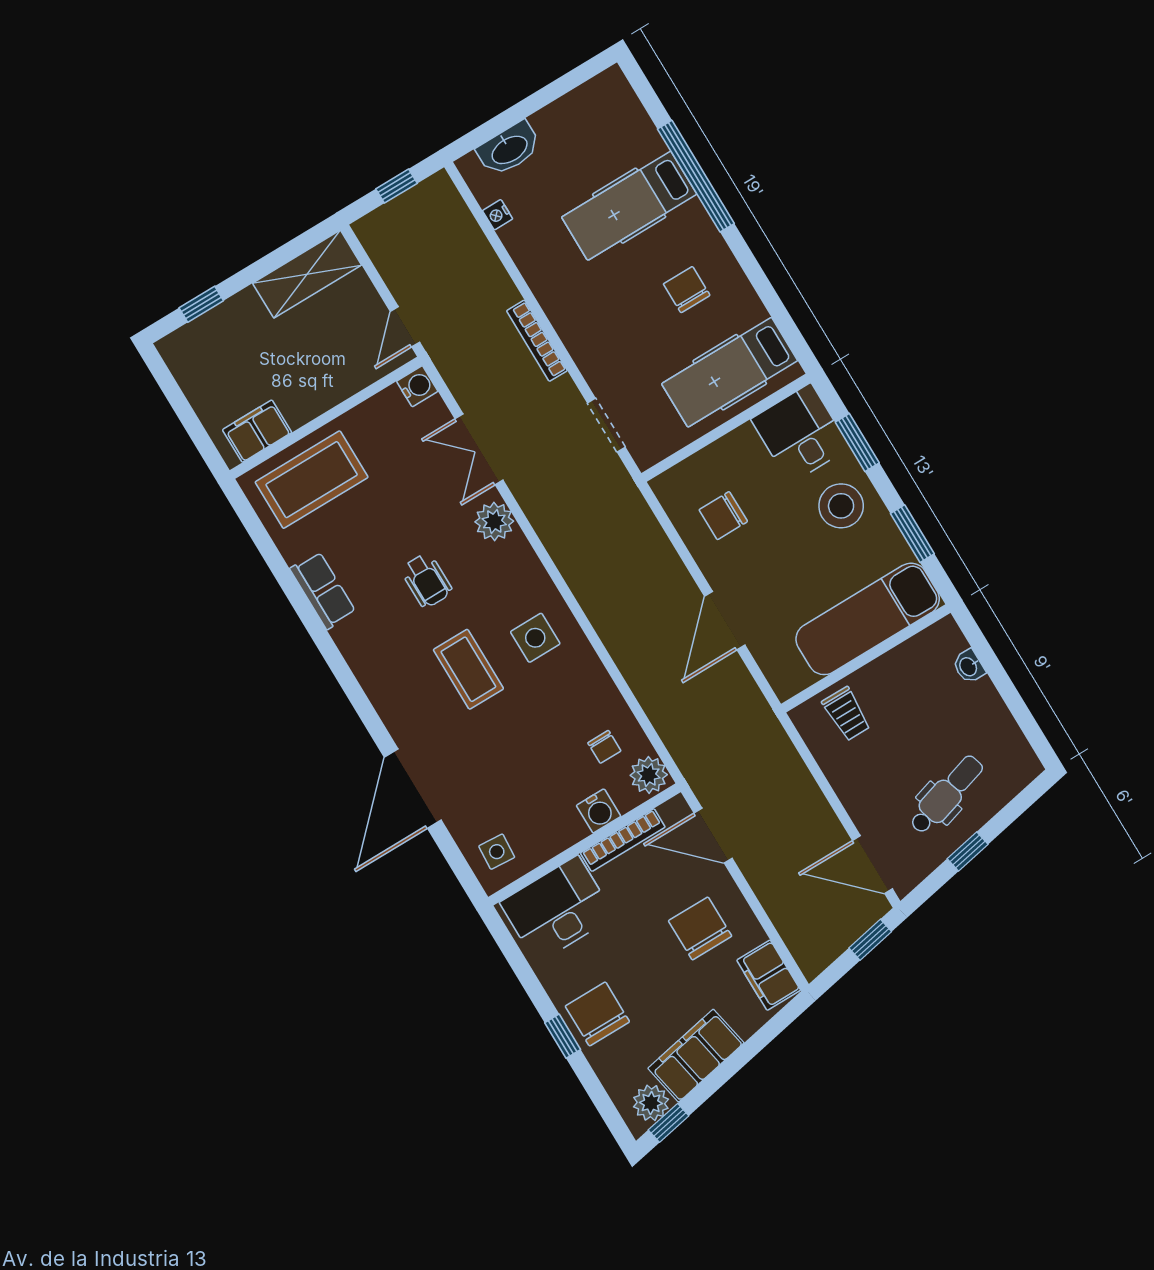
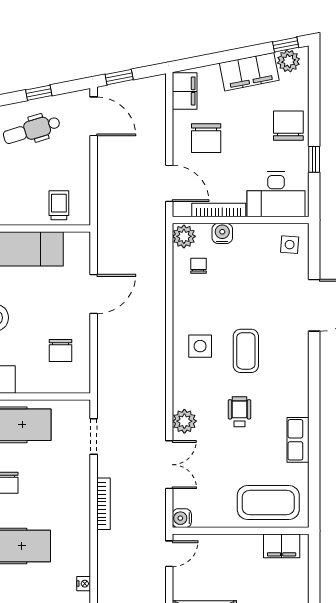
chair: (723, 516) -> (61, 350), turned 90
chair: (597, 1014) -> (288, 126), turned 180
window: (563, 1036) -> (314, 159), moved

